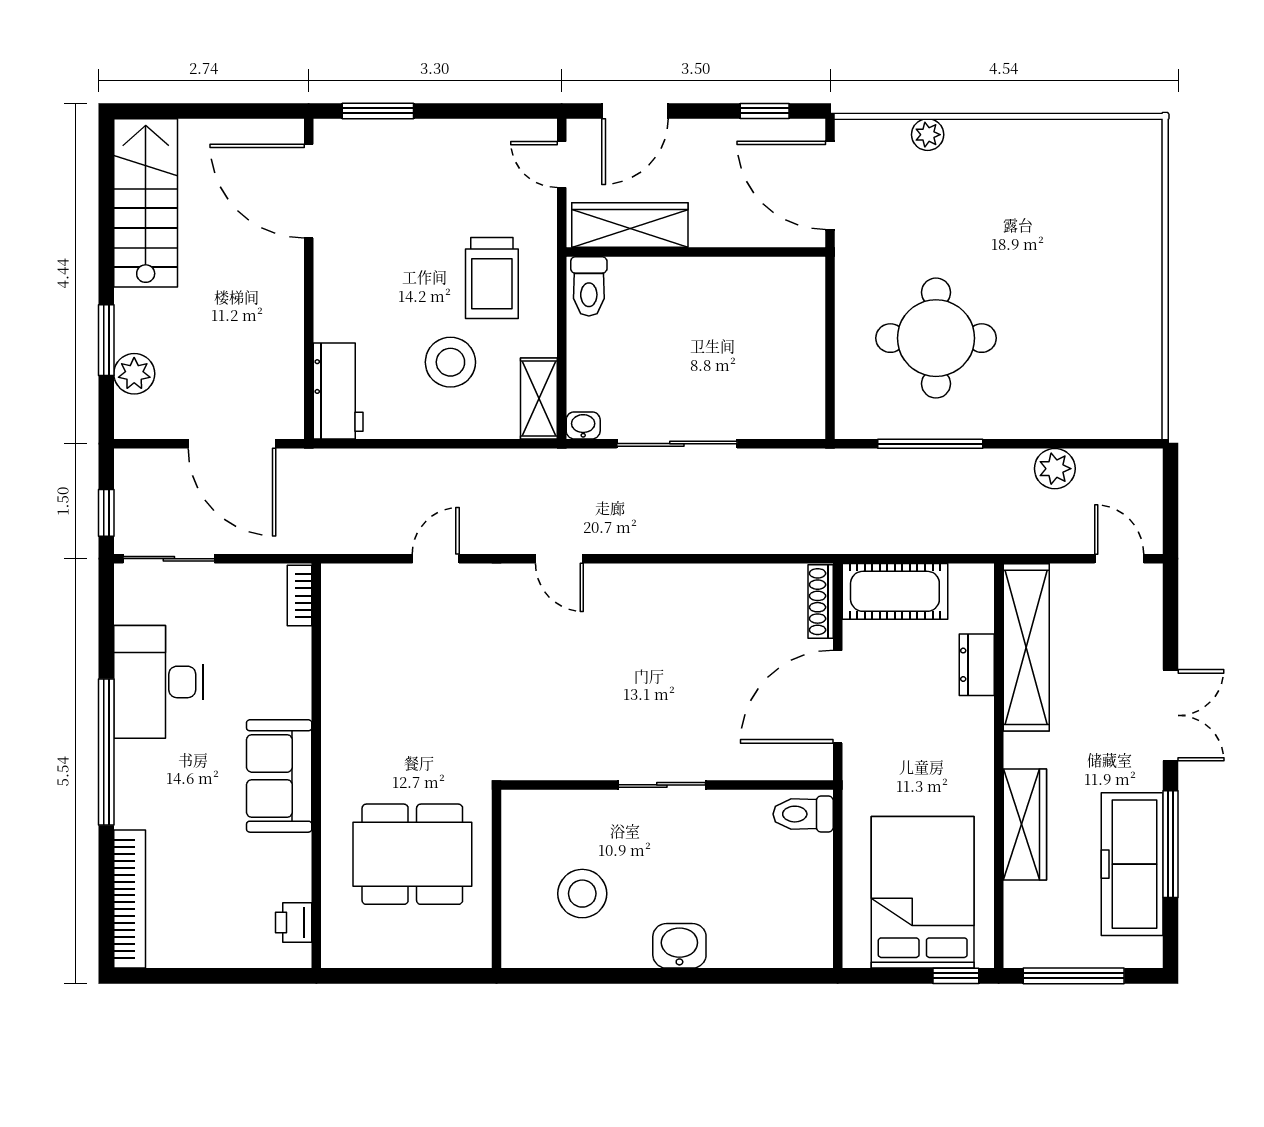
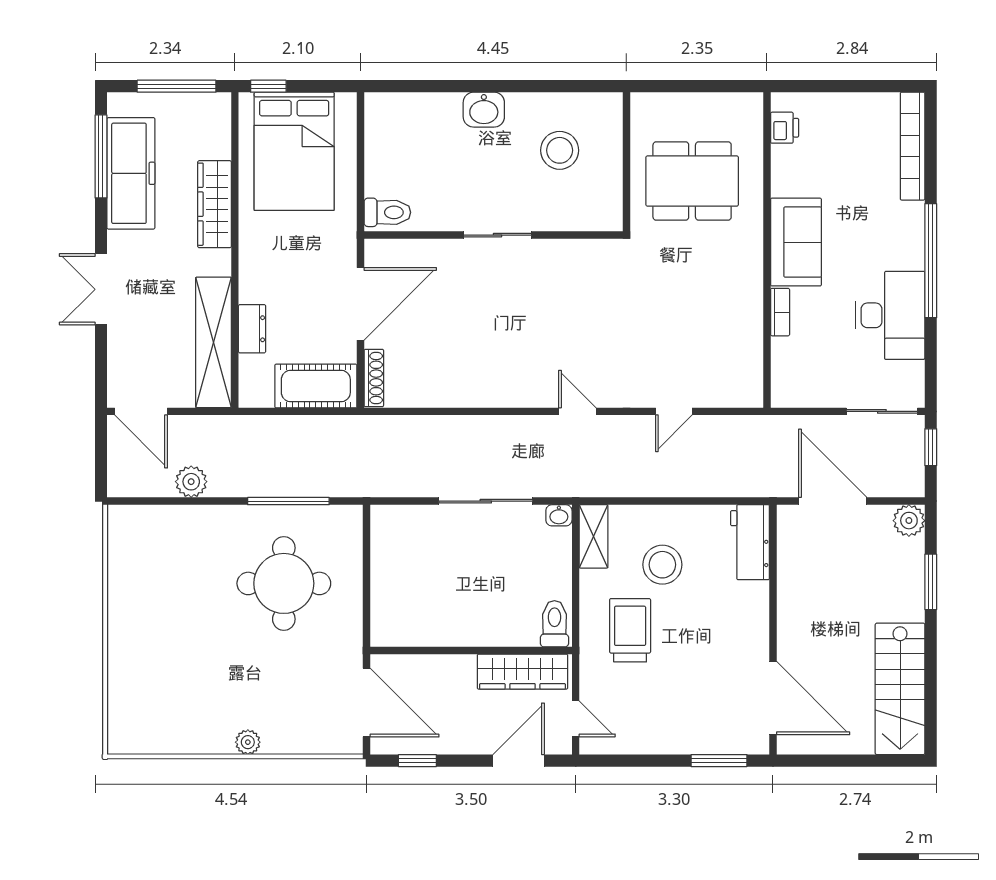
plant: (928, 135) -> (248, 742), moved
plant: (134, 374) -> (909, 521), moved
door: (1119, 559) -> (141, 411), width x1.38
bookcase: (300, 596) -> (780, 312), moved
window: (1170, 844) -> (101, 156), moved

